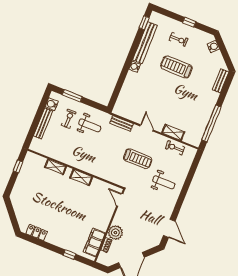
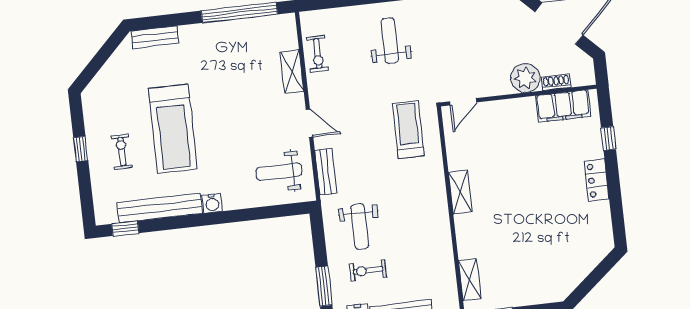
water cooler: (213, 47) -> (101, 83), removed
treadmill: (176, 67) -> (173, 129), width x1.37, depth x1.37
weight bench: (133, 103) -> (279, 172), added
weight bench: (90, 125) -> (360, 227), turned 180
door: (147, 128) -> (309, 123), swing flipped
treadmill: (138, 159) -> (408, 130), moved
shelving: (56, 167) -> (470, 280), moved
locker: (37, 233) -> (597, 180), moved

